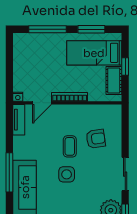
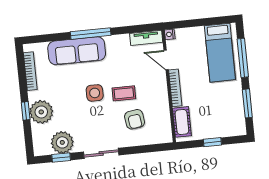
bed: (94, 53) -> (220, 53), moved, turned 180
cot: (114, 80) -> (182, 122), moved, turned 90

